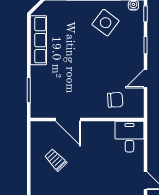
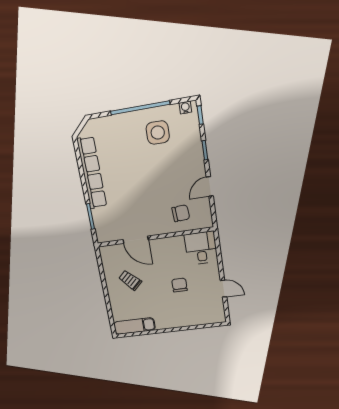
side table: (106, 23) -> (158, 133), turned -37
row of seats: (38, 40) -> (92, 173), width x1.36
chair: (103, 171) -> (179, 285), added

